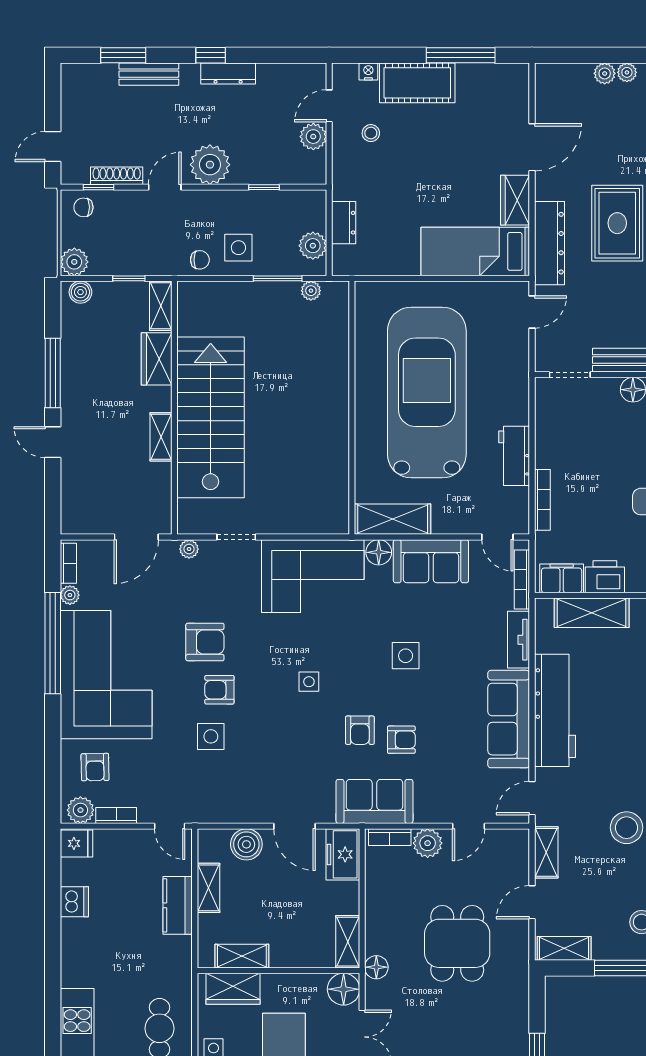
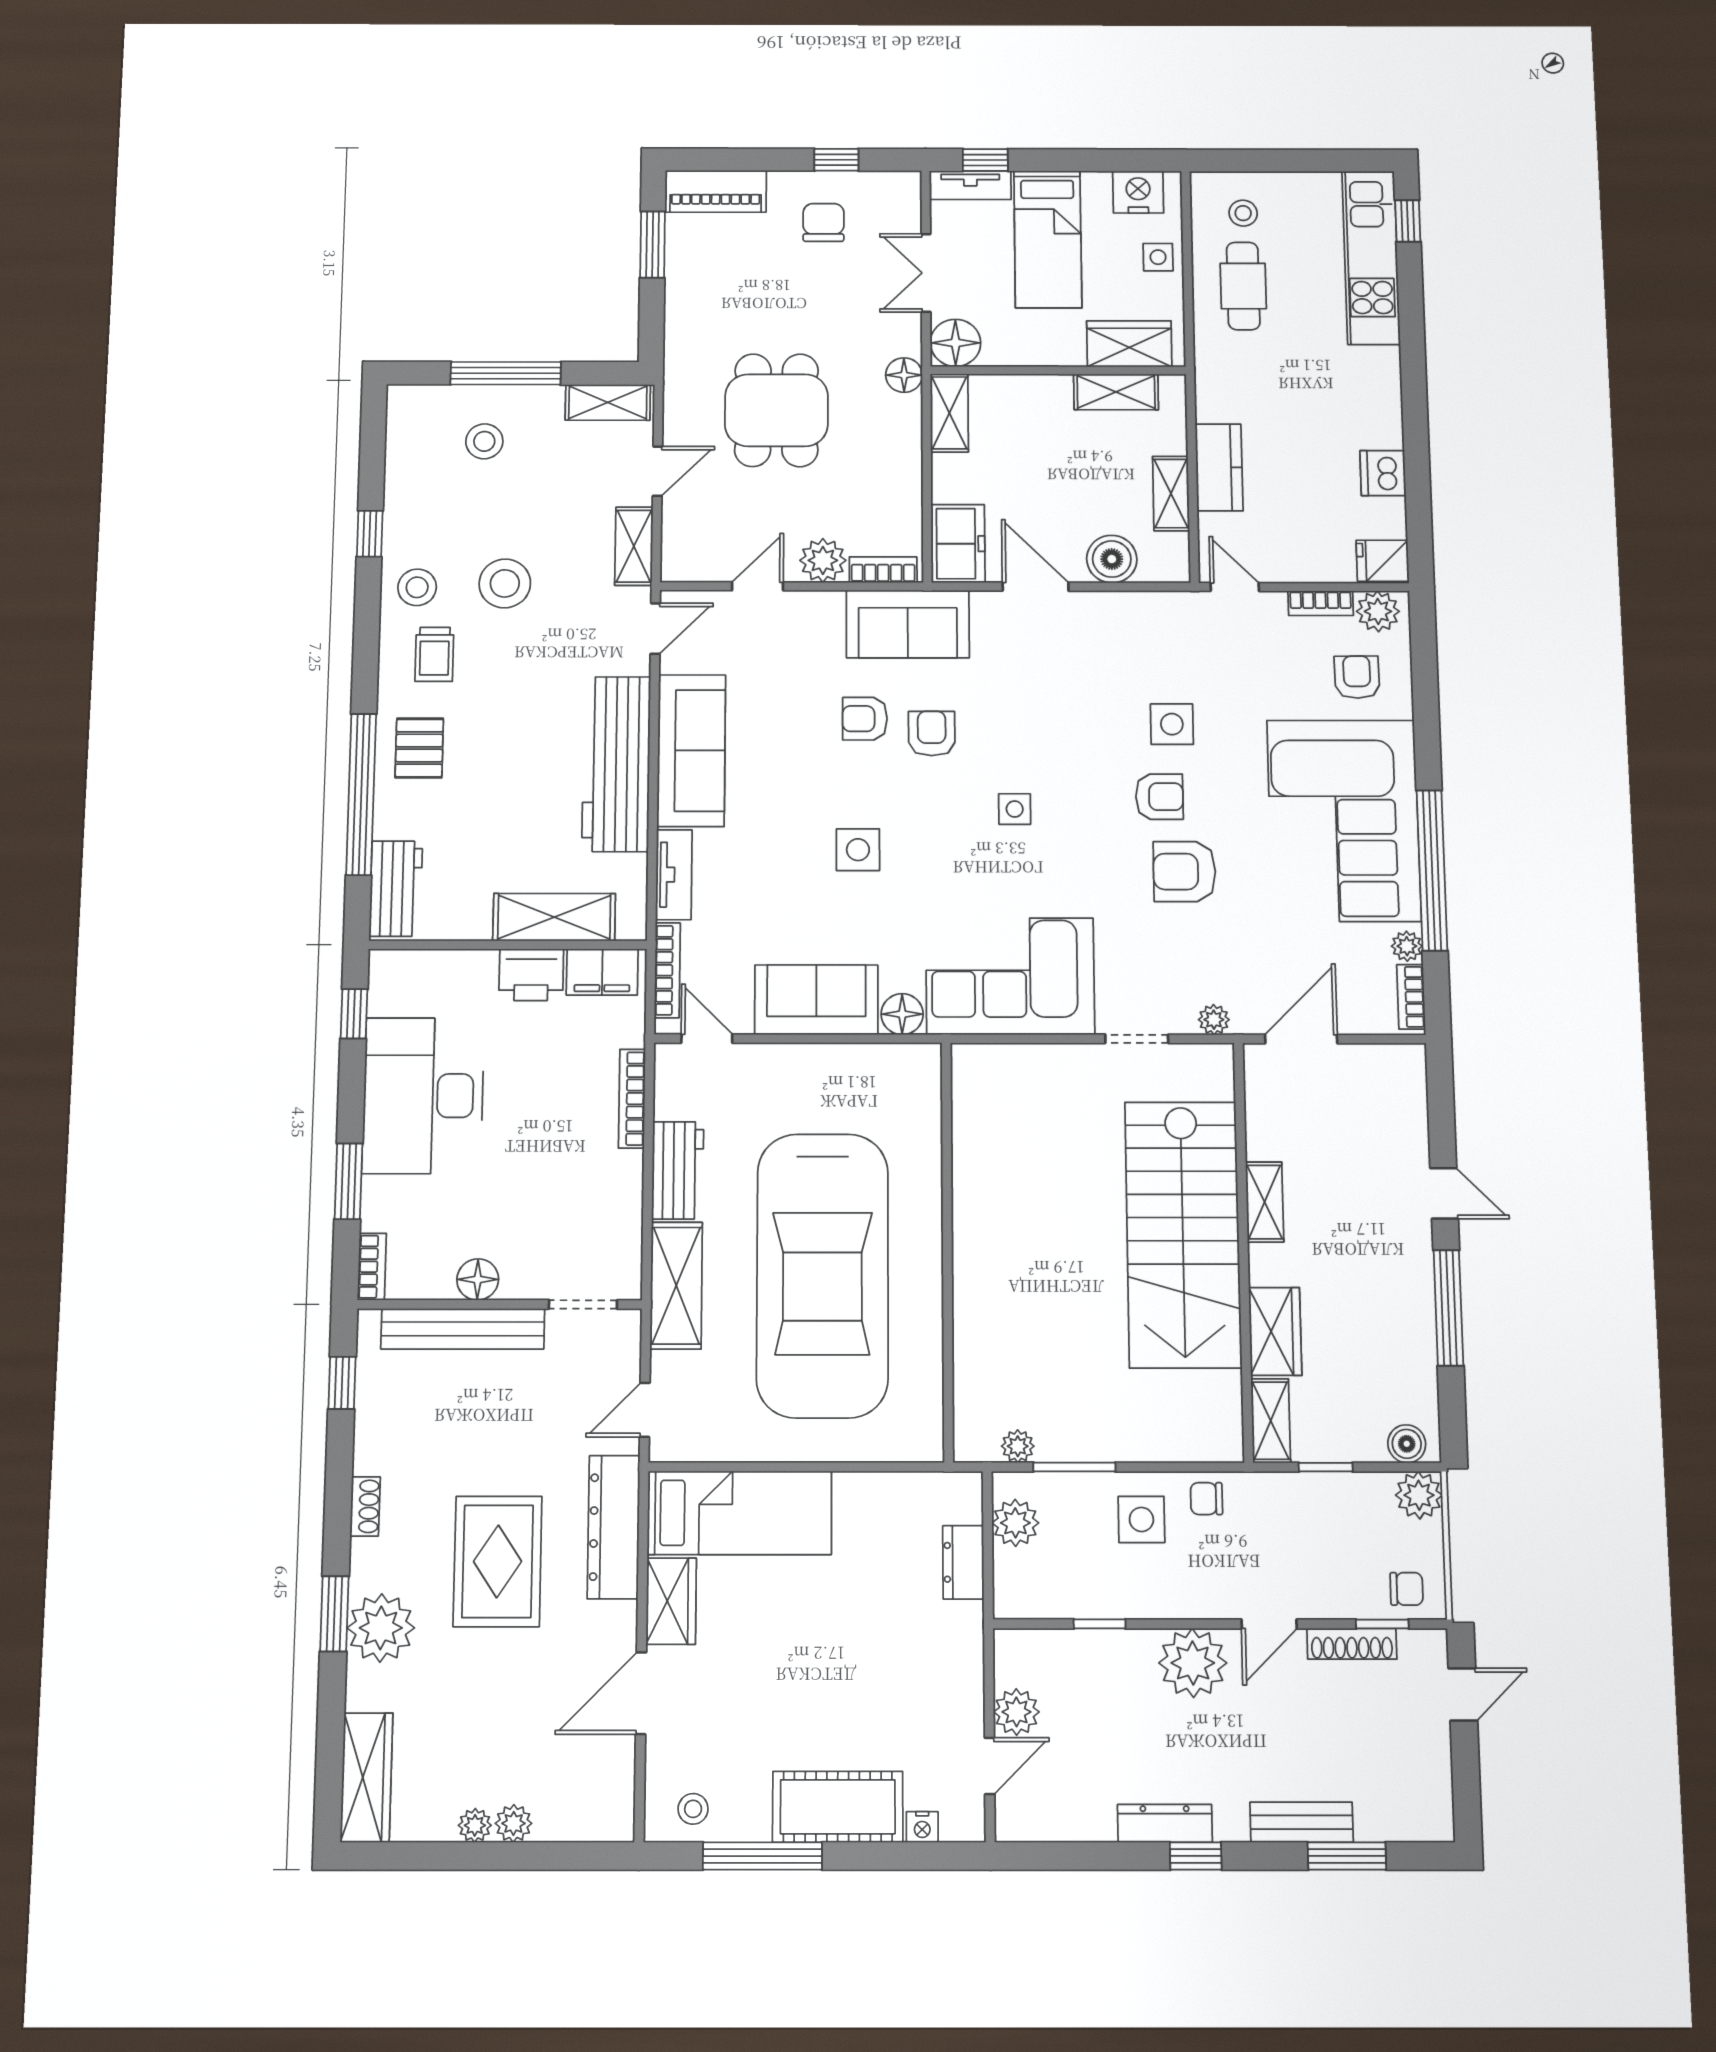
stool: (371, 133) -> (693, 1809), moved
shelving: (393, 519) -> (676, 1286), moved, turned 90

